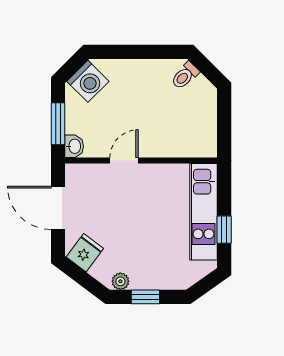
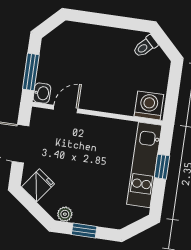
washing machine: (88, 81) -> (149, 105), moved, turned -135
door: (124, 160) -> (66, 109), moved
window: (224, 230) -> (162, 167), moved

